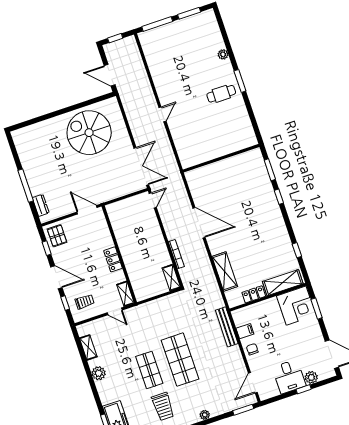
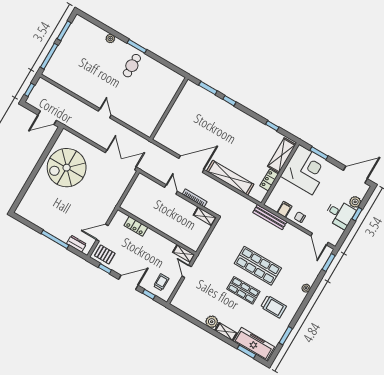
door: (153, 200) -> (171, 189), moved
door: (87, 210) -> (102, 233), moved
locker: (113, 259) -> (136, 226), moved
shelving: (225, 272) -> (230, 178), width x1.47
corner desk: (296, 306) -> (306, 170), width x1.36, depth x1.36
door: (115, 311) -> (187, 271), swing flipped
shelving: (88, 347) -> (226, 332), moved

